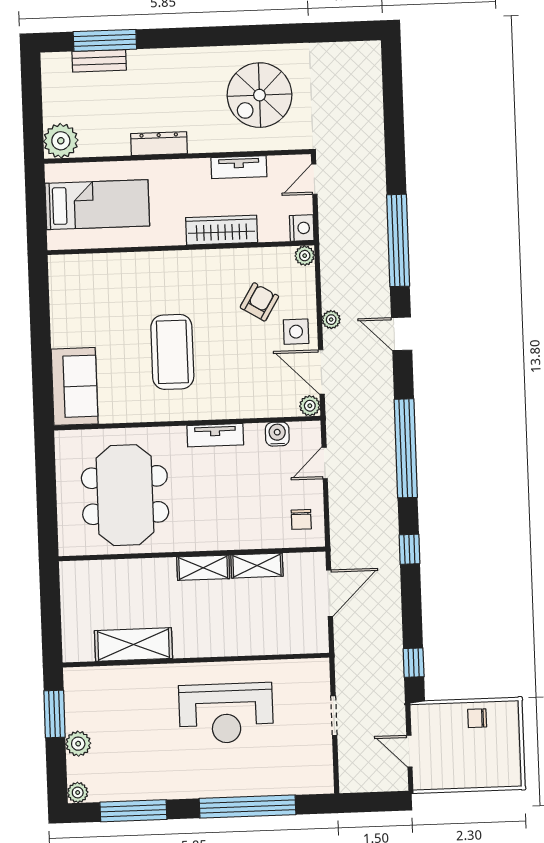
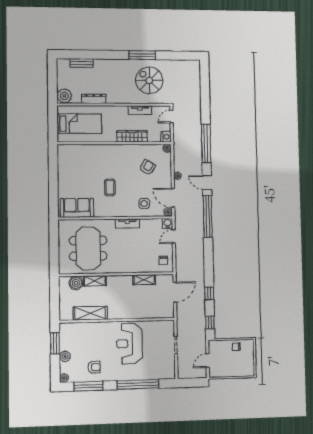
window: (105, 40) -> (142, 55), moved
spiral stairs: (260, 95) -> (149, 80), turned 90
dresser: (159, 144) -> (94, 99), moved
side table: (296, 332) -> (144, 204), moved
coffee table: (172, 352) -> (110, 187), width x0.54, depth x0.58
sofa: (75, 386) -> (77, 208), moved, turned -90
water cooler: (277, 434) -> (167, 223), moved
window: (406, 448) -> (208, 216), moved
window: (409, 549) -> (209, 293), moved
shelving: (203, 568) -> (95, 281), moved
boiler: (99, 576) -> (76, 283), added
reception desk: (226, 713) -> (130, 344), turned 90
door: (409, 751) -> (208, 361), hinge flipped
armchair: (145, 768) -> (94, 367), added

